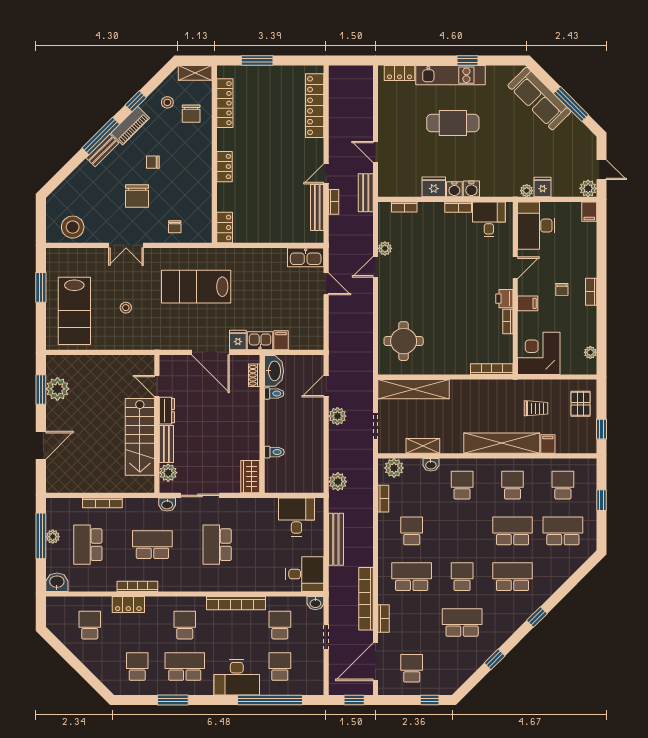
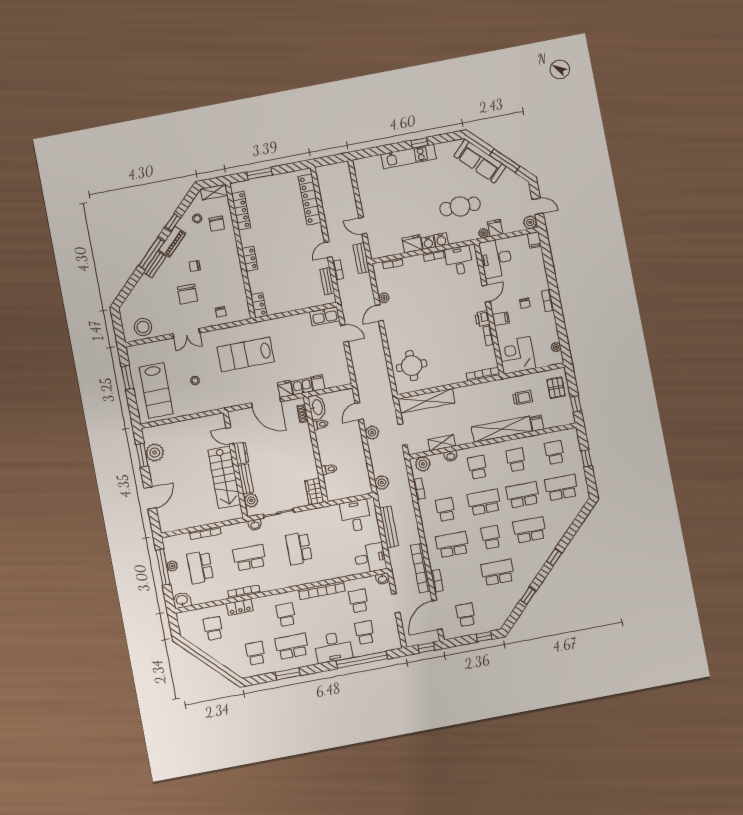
locker: (400, 73) -> (370, 162), removed
cafe table: (453, 123) -> (460, 206), moved
bench: (317, 207) -> (327, 281), width x0.73
school desk: (462, 531) -> (484, 502), added

